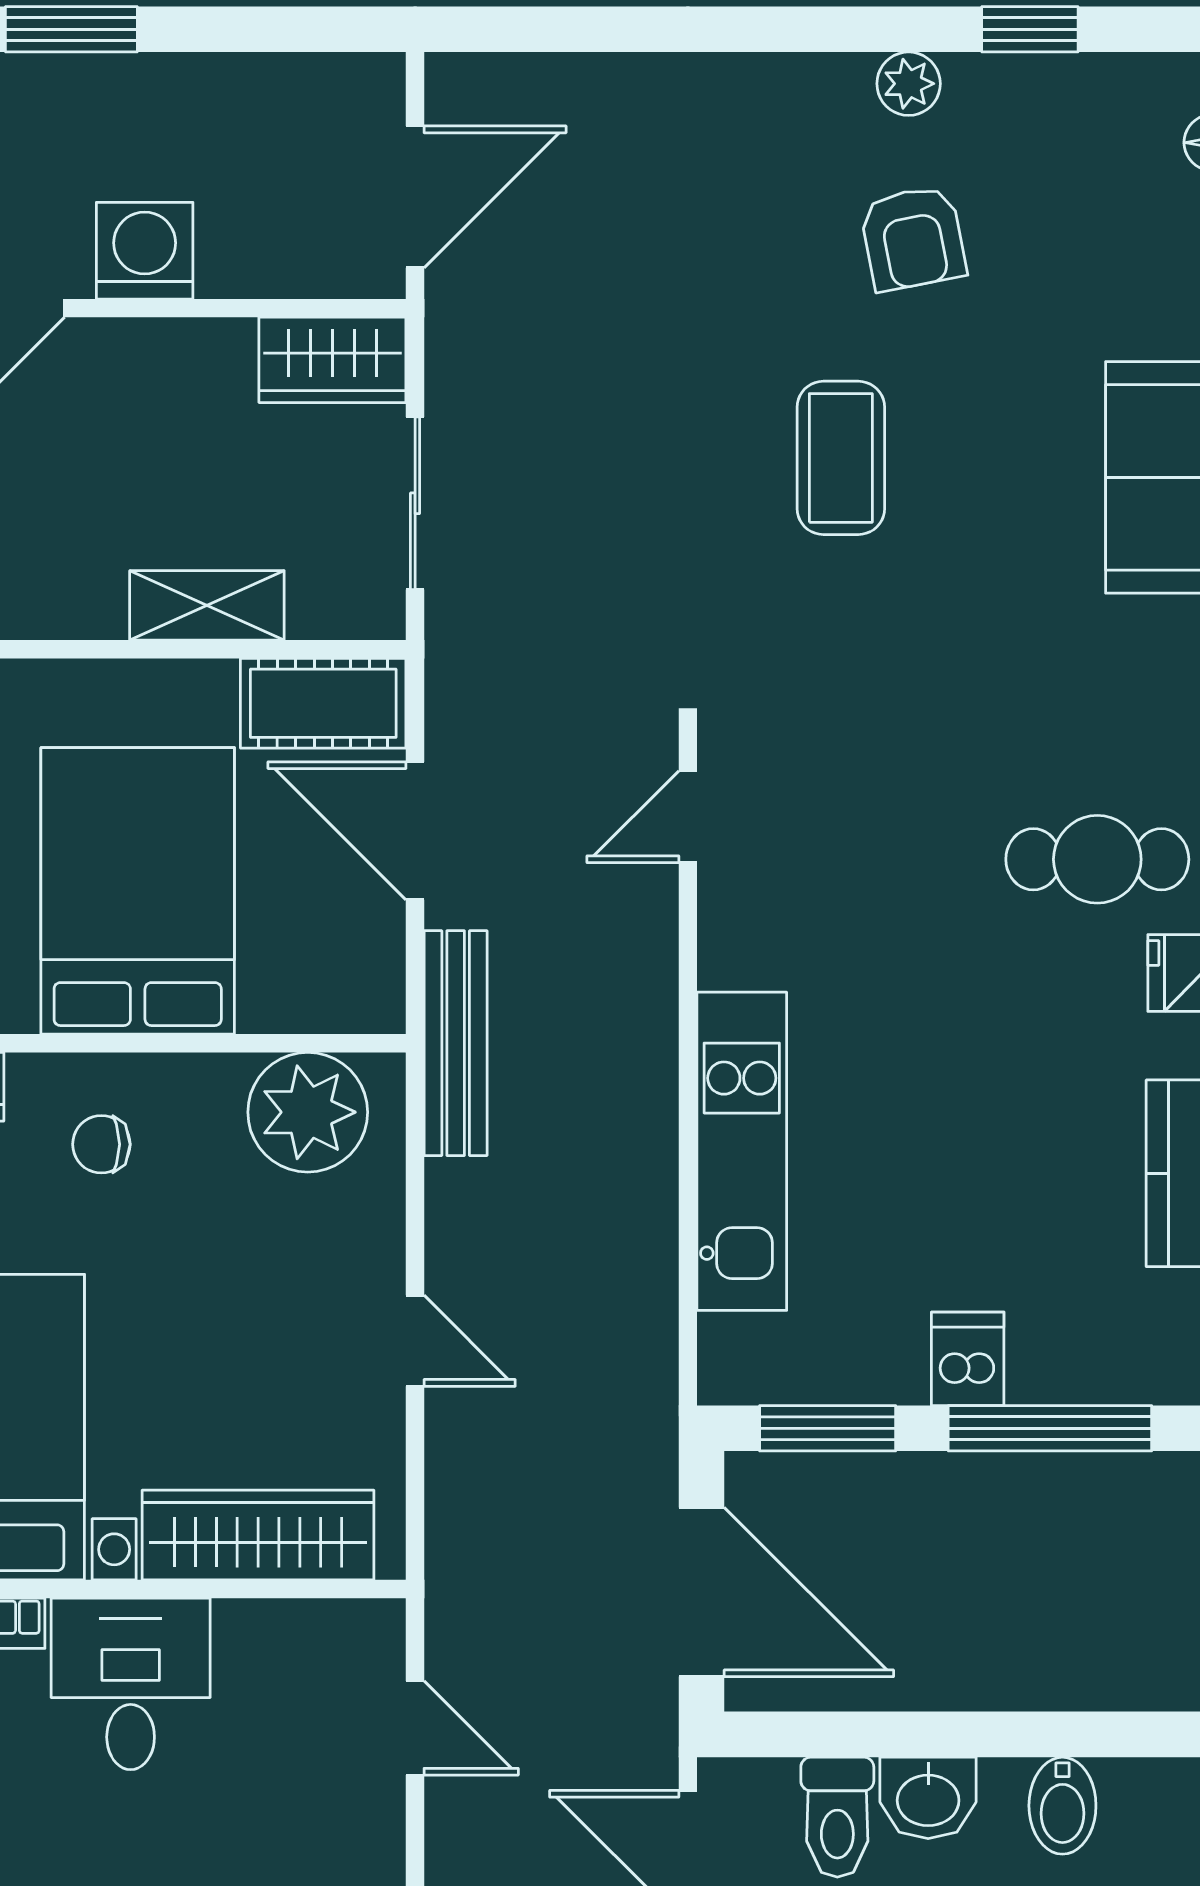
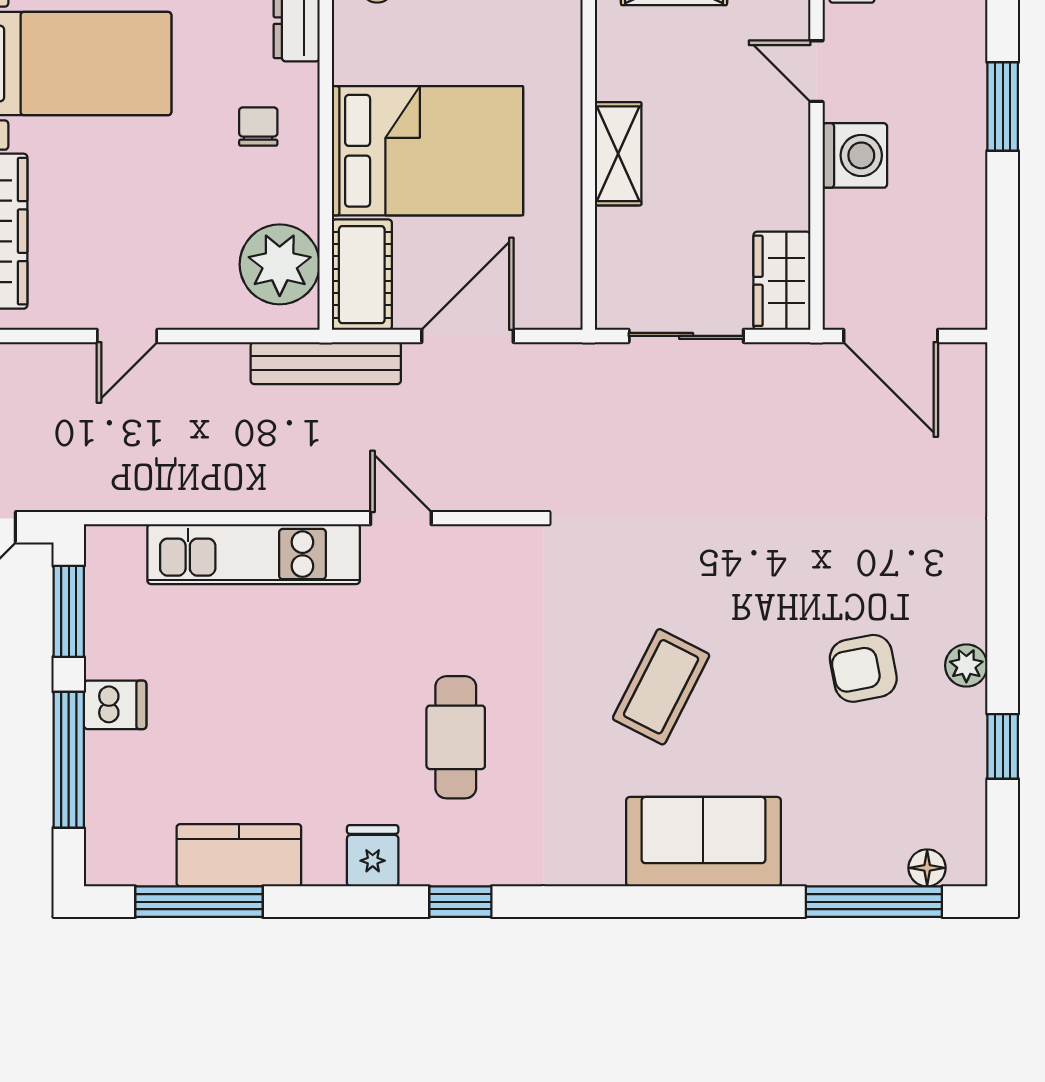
coffee table: (841, 458) -> (661, 687), moved, turned -63
shelving: (207, 605) -> (618, 154), moved
cot: (323, 703) -> (362, 275), moved
door: (688, 817) -> (401, 518), moved
cafe table: (1097, 859) -> (456, 737), moved

